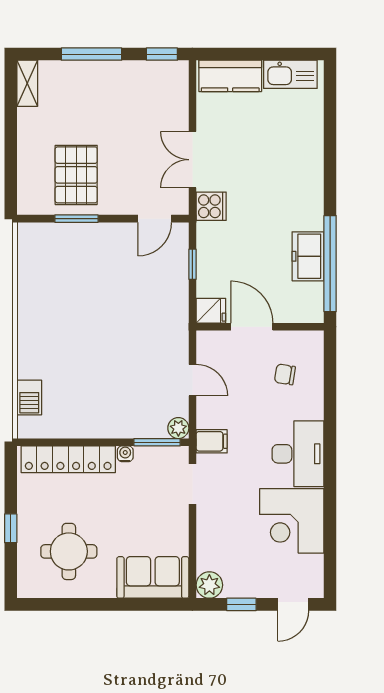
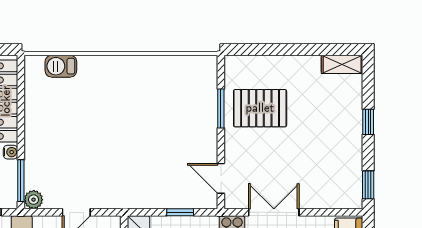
window: (92, 54) -> (368, 122), width x0.46

